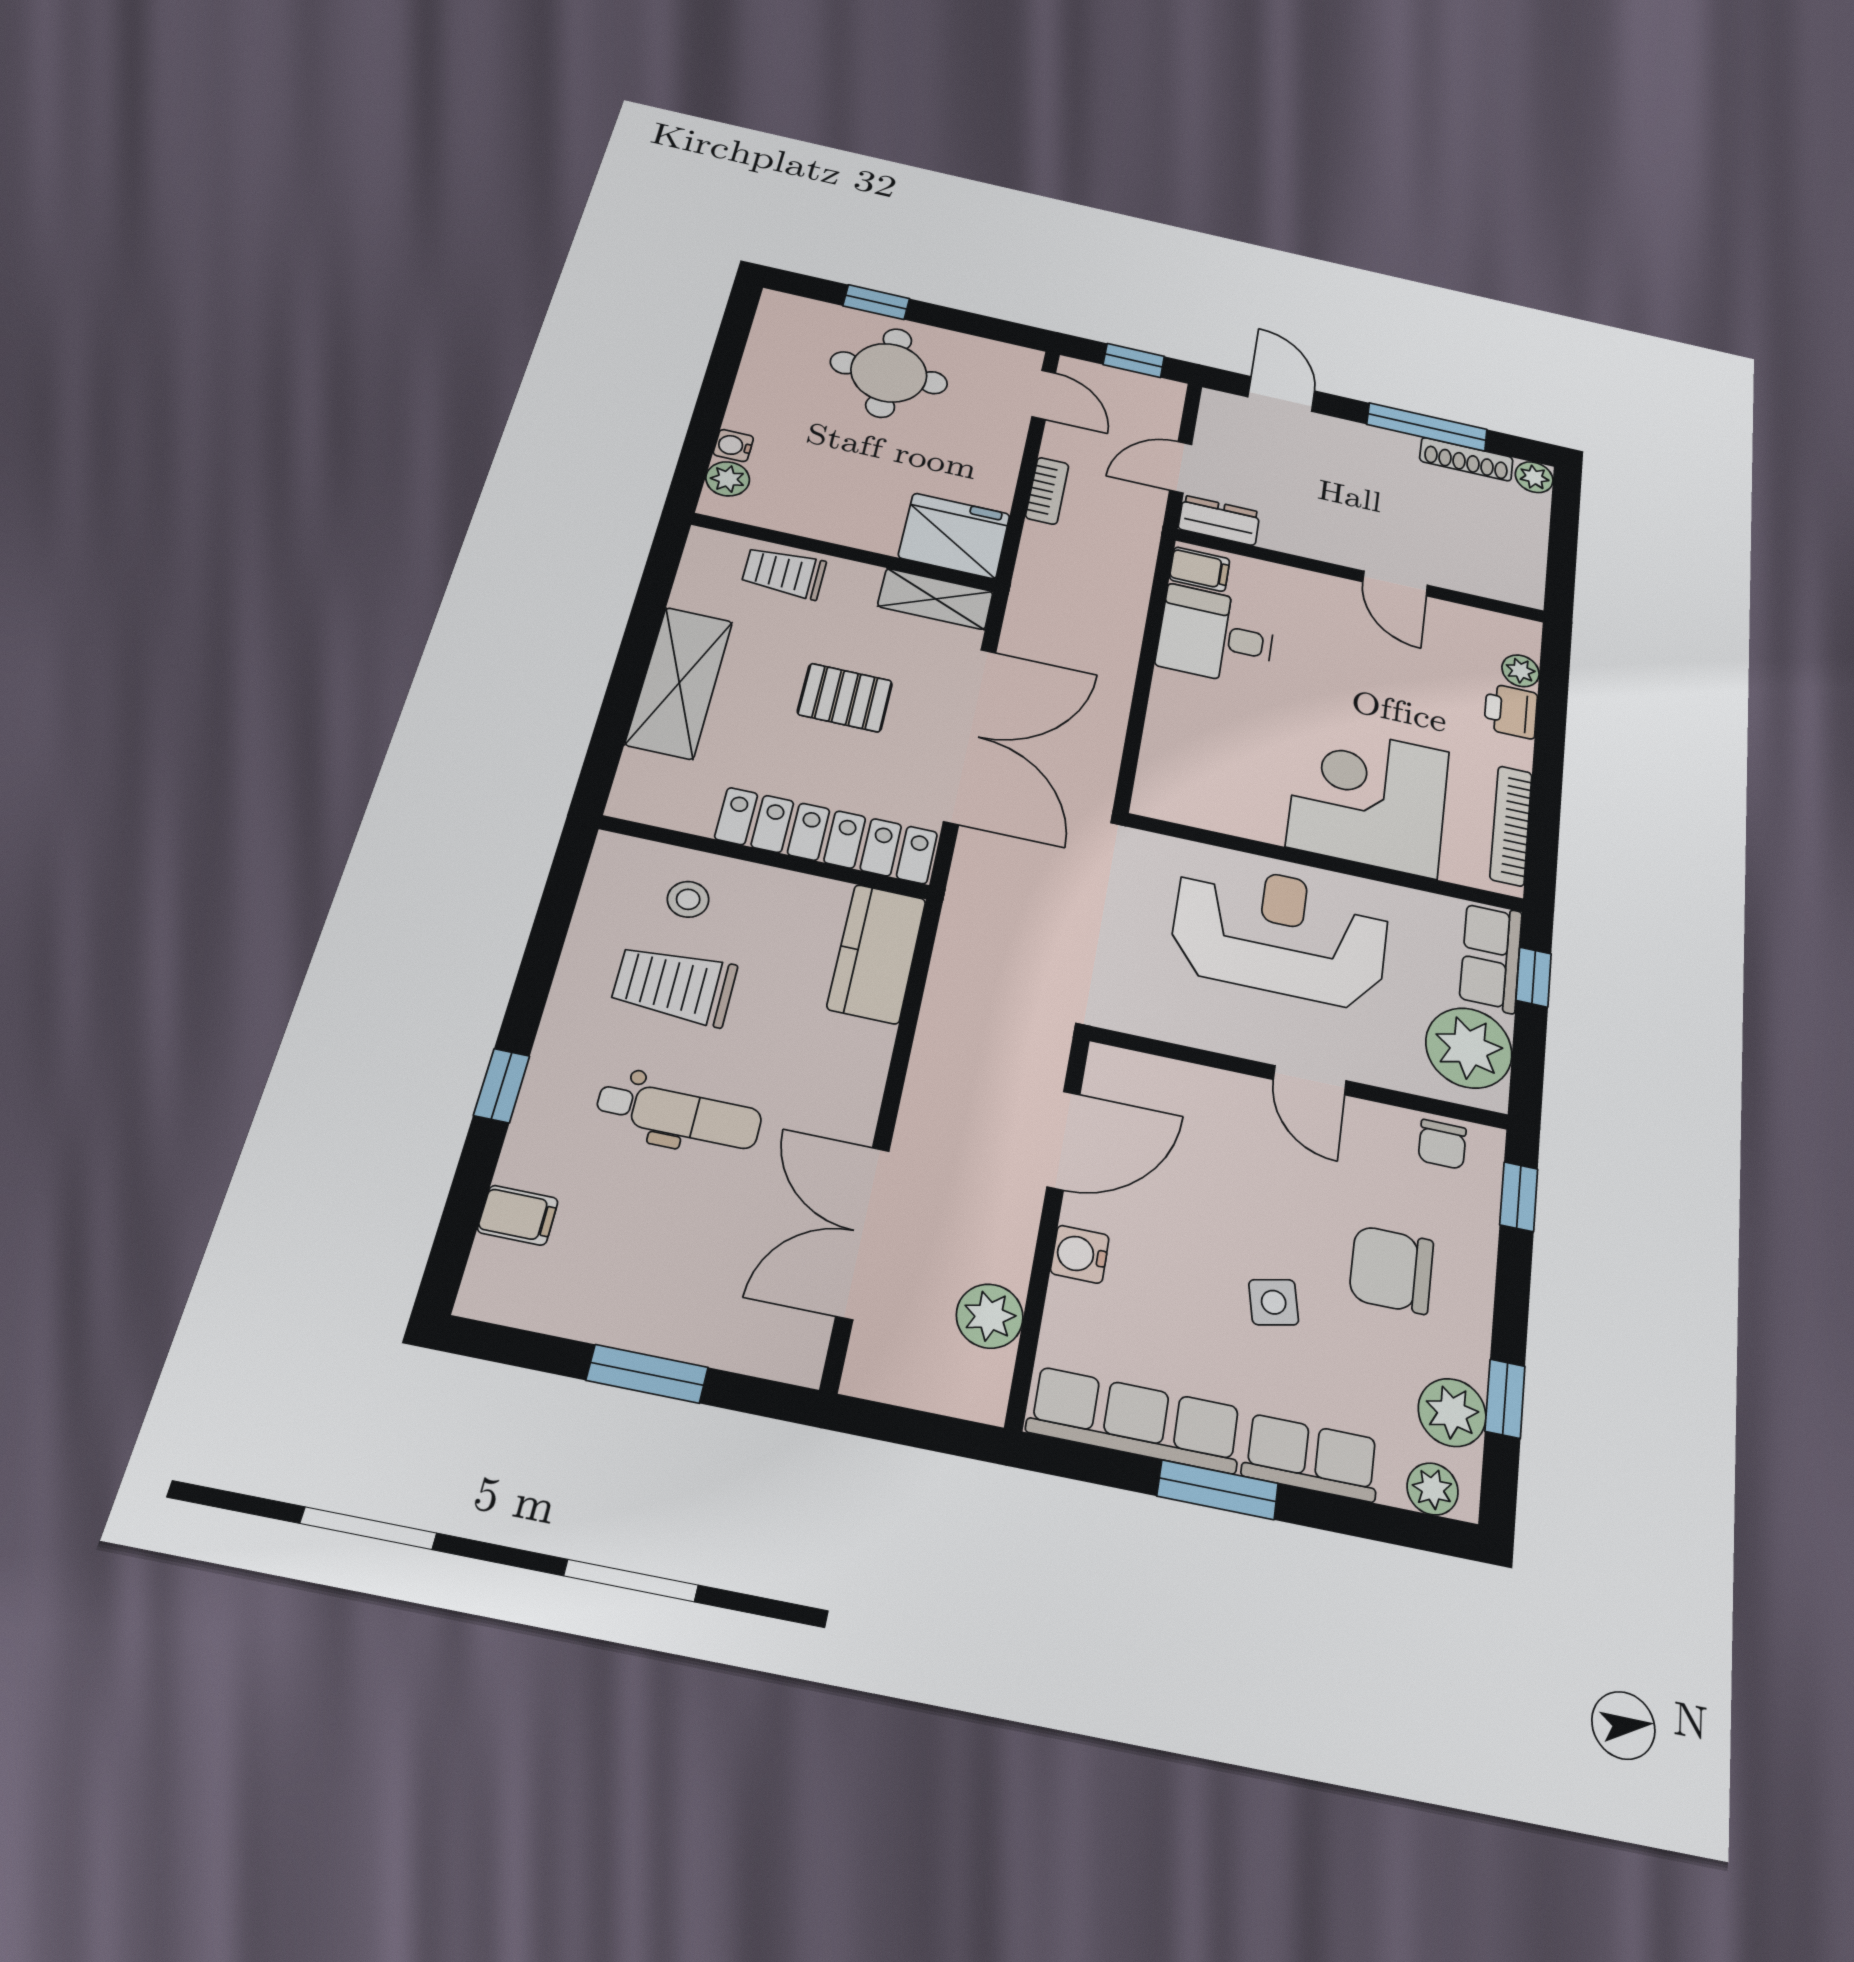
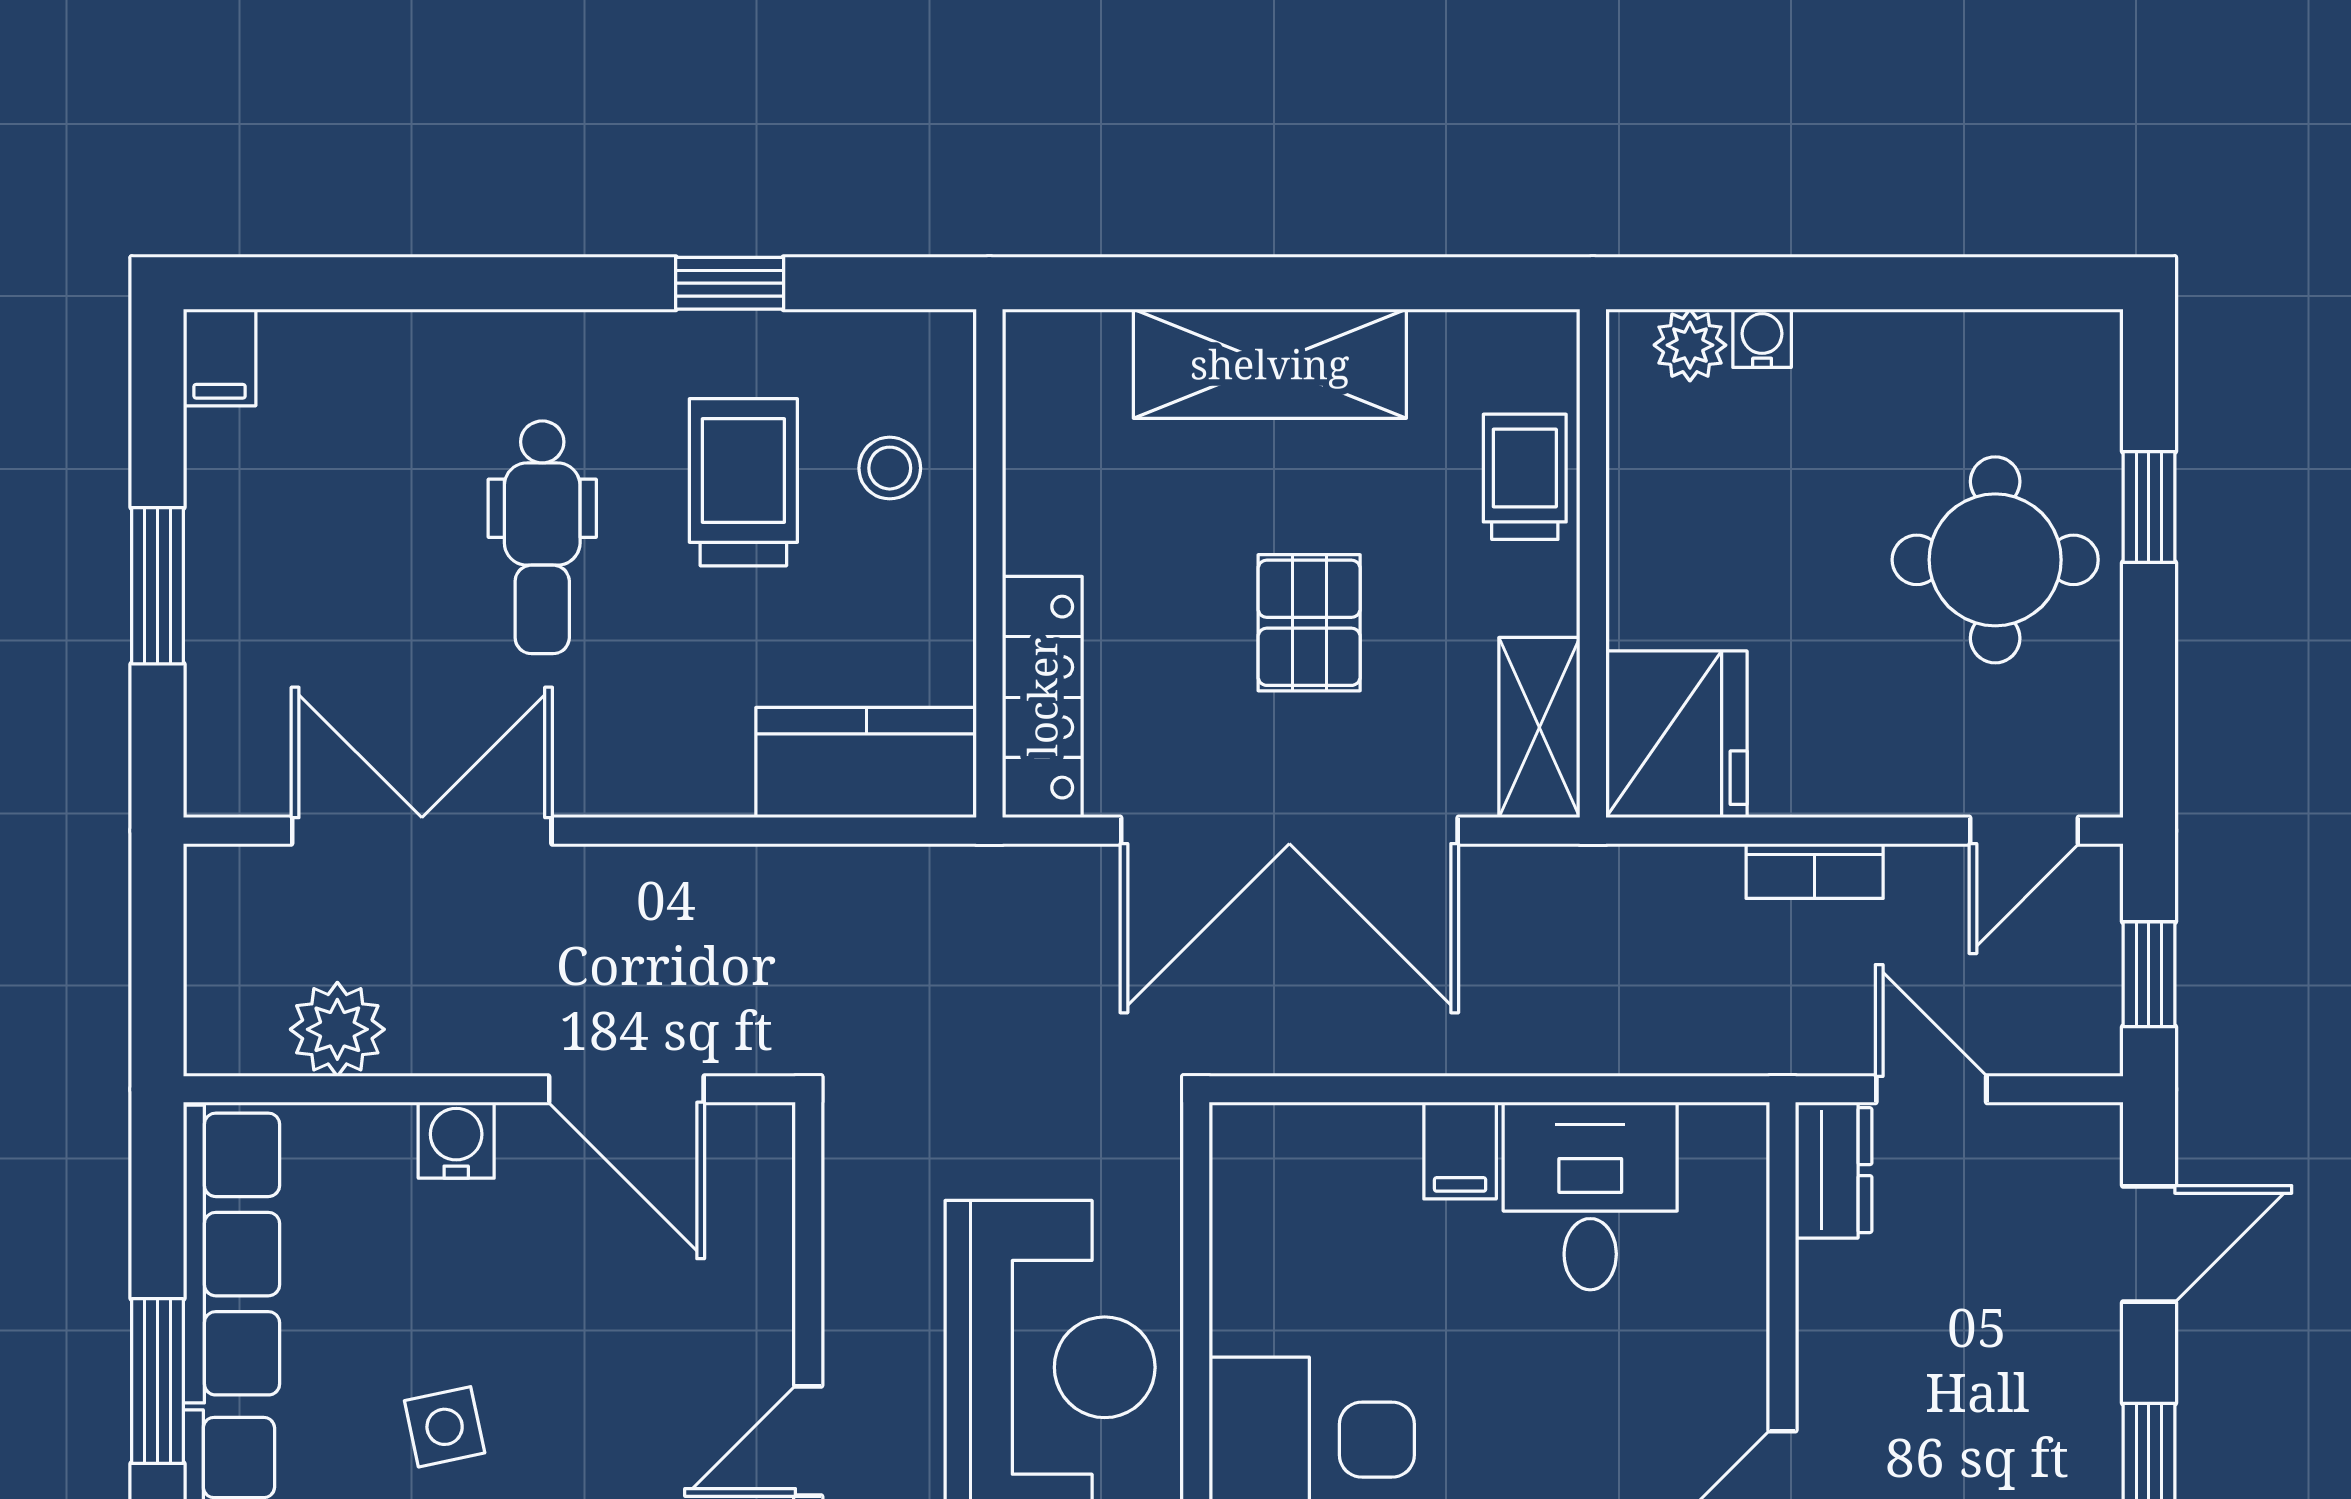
filing cabinet: (1200, 569) -> (1460, 1151), moved
locker: (827, 836) -> (1042, 697), width x0.71, depth x0.83
window: (502, 1086) -> (730, 283), moved
filing cabinet: (518, 1215) -> (220, 357), moved

